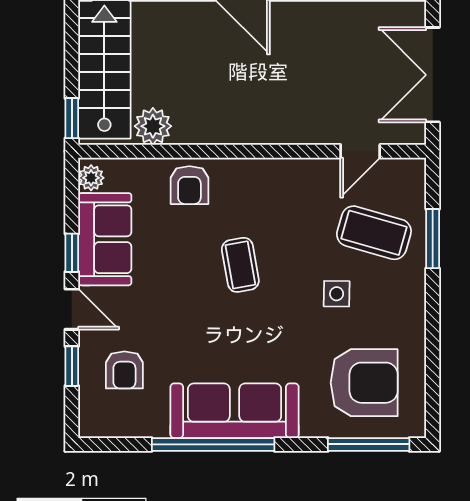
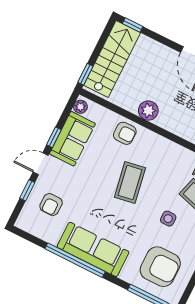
plant: (153, 126) -> (148, 111), moved
armchair: (189, 185) -> (125, 133), turned -90
coffee table: (240, 265) -> (130, 183), width x1.36, depth x1.30
door: (72, 309) -> (41, 164), swing flipped

